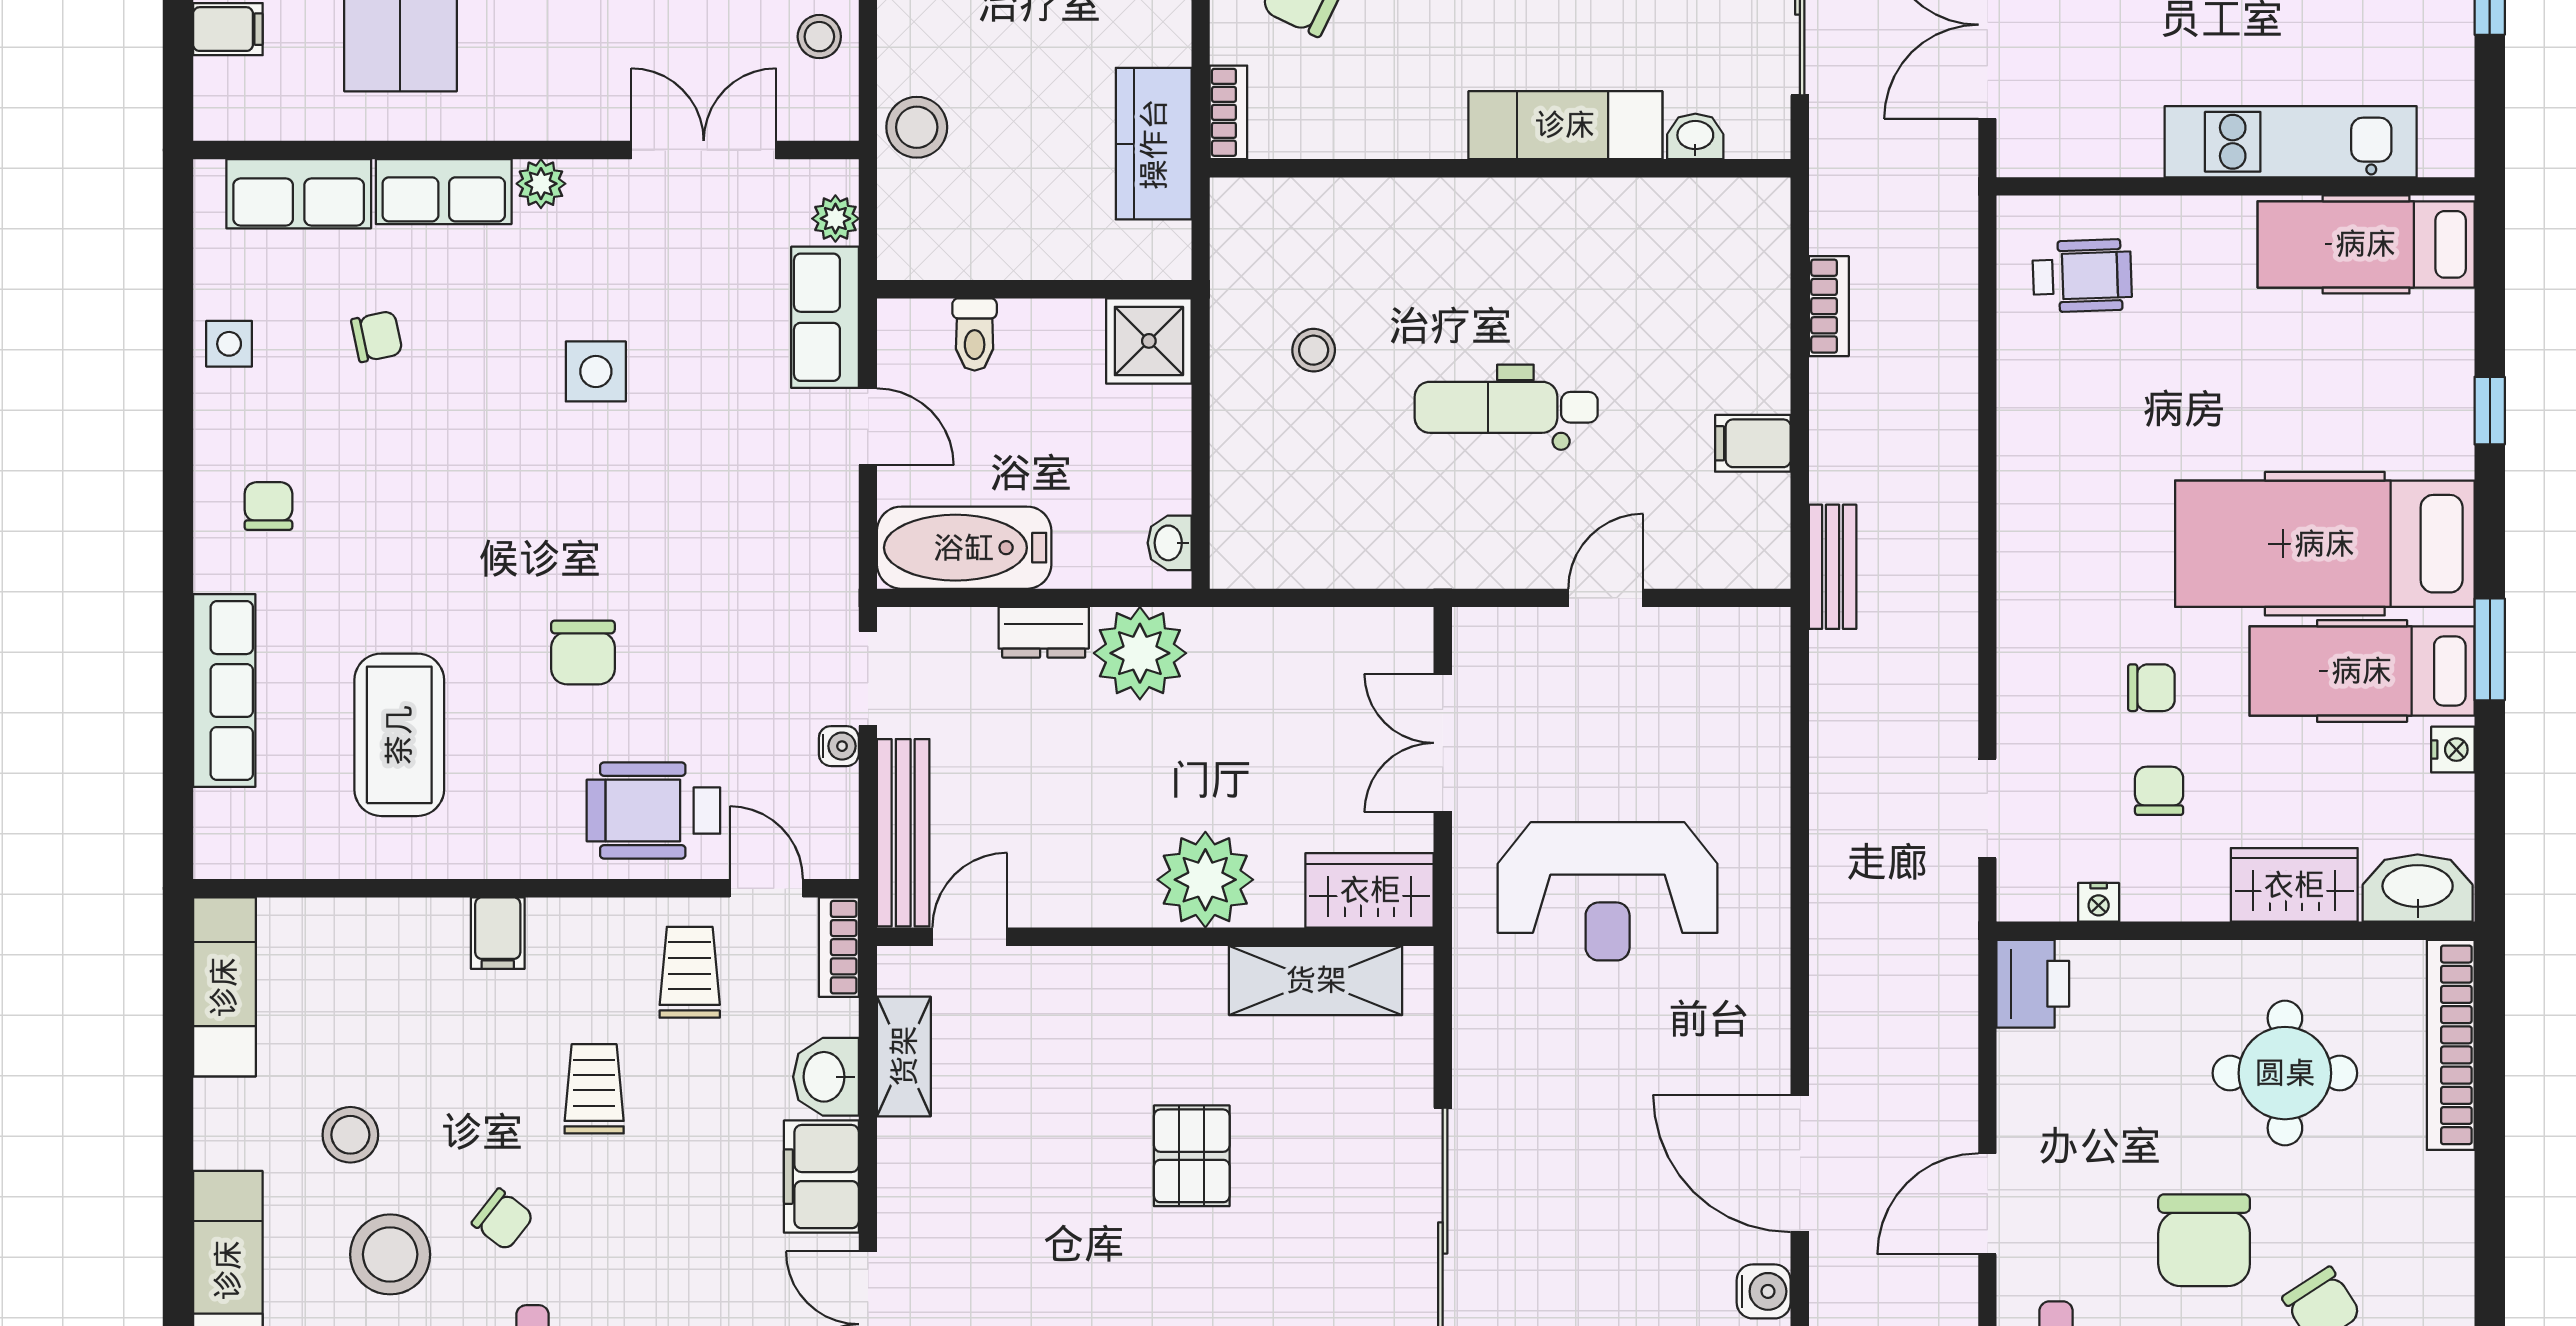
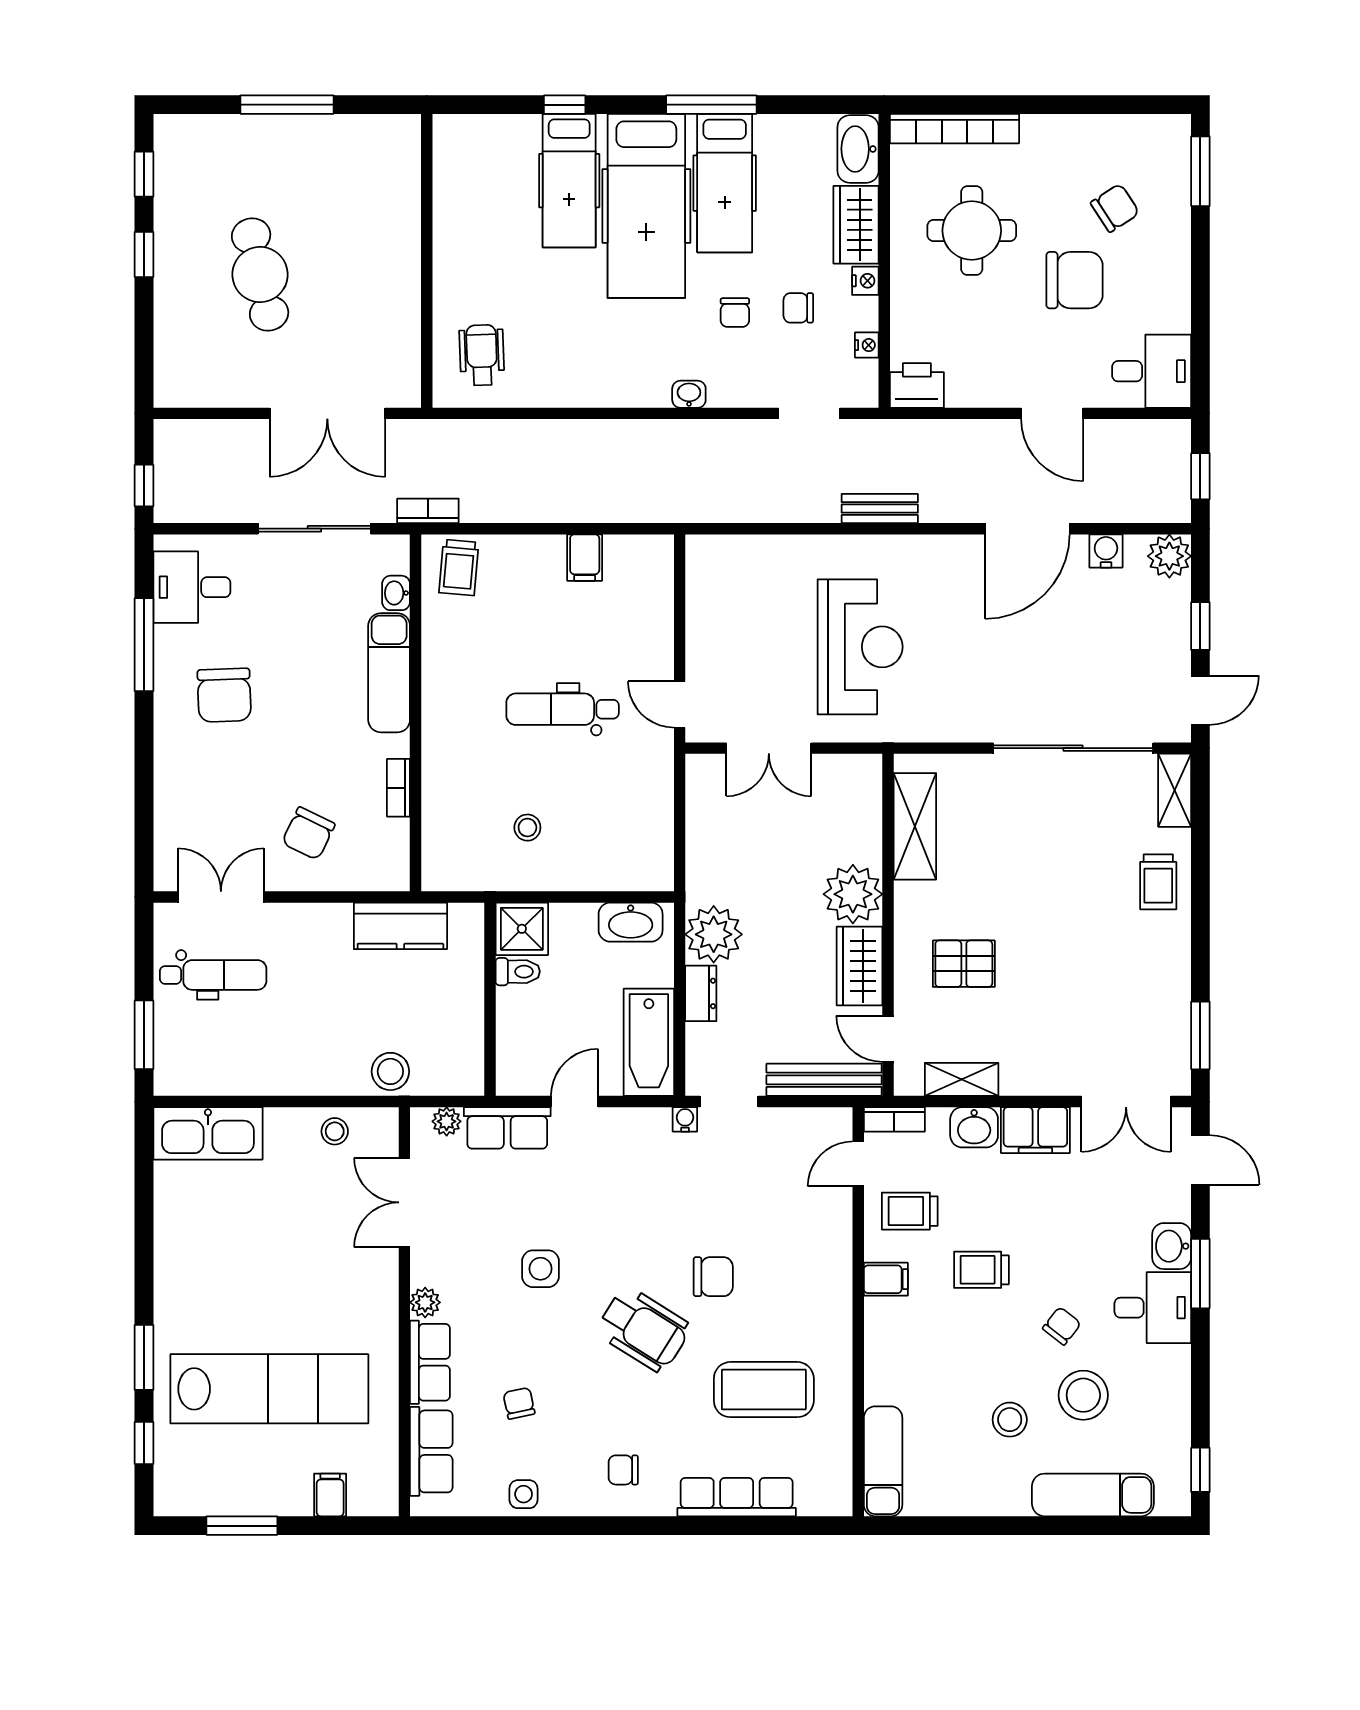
bookcase: (1228, 112) -> (398, 788), moved, turned -90
kitchen unit: (2291, 142) -> (399, 227), removed
trolley: (1737, 239) -> (459, 568), added
hospital bed: (2366, 244) -> (569, 181), moved
bookcase: (1829, 306) -> (428, 511), moved
toilet: (975, 334) -> (518, 972), moved
dental chair: (1506, 407) -> (563, 709), turned 90
washbasin: (1170, 543) -> (631, 922), width x1.91, depth x1.45
bench: (1833, 567) -> (880, 509), moved
door: (1606, 598) -> (680, 704), moved
washbasin: (2019, 613) -> (689, 394), added
window: (2490, 649) -> (711, 105), width x1.44
chair: (2151, 688) -> (735, 313), turned 180
water cooler: (839, 746) -> (685, 1119), moved
nightstand: (2453, 750) -> (865, 281), moved, turned 90
wheelchair: (653, 811) -> (644, 1329), moved, turned -58
wardrobe: (1370, 890) -> (860, 966), moved
filing cabinet: (498, 933) -> (886, 1279), moved
exam couch: (224, 987) -> (883, 1461), moved, turned 90
pallet: (1192, 1156) -> (964, 964), moved

